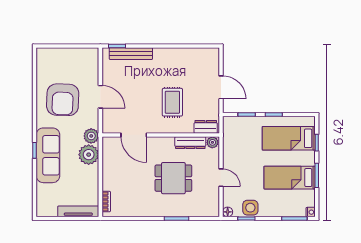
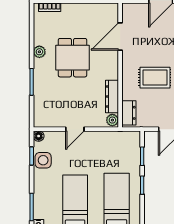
dining table: (173, 178) -> (72, 58), moved
plant: (148, 211) -> (39, 52), added

